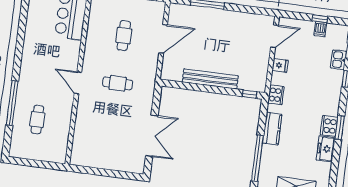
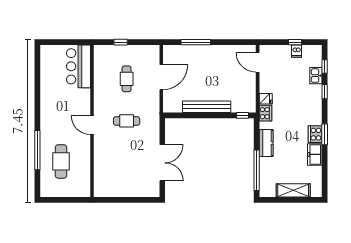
door: (275, 36) -> (258, 62), swing flipped
fridge: (280, 65) -> (266, 99), moved
cafe table: (37, 119) -> (61, 161), width x1.37, depth x1.35

